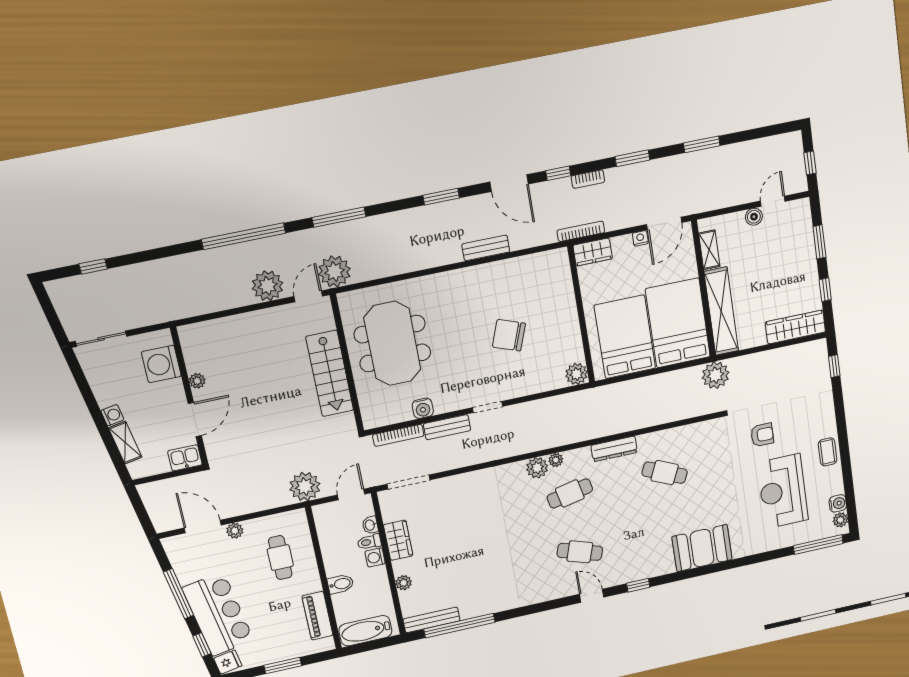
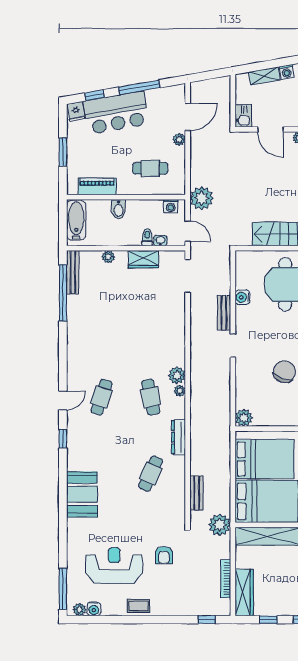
bench: (680, 412) -> (197, 493), added
bookcase: (398, 435) -> (226, 579), moved
washing machine: (375, 557) -> (171, 206), moved, turned 180

